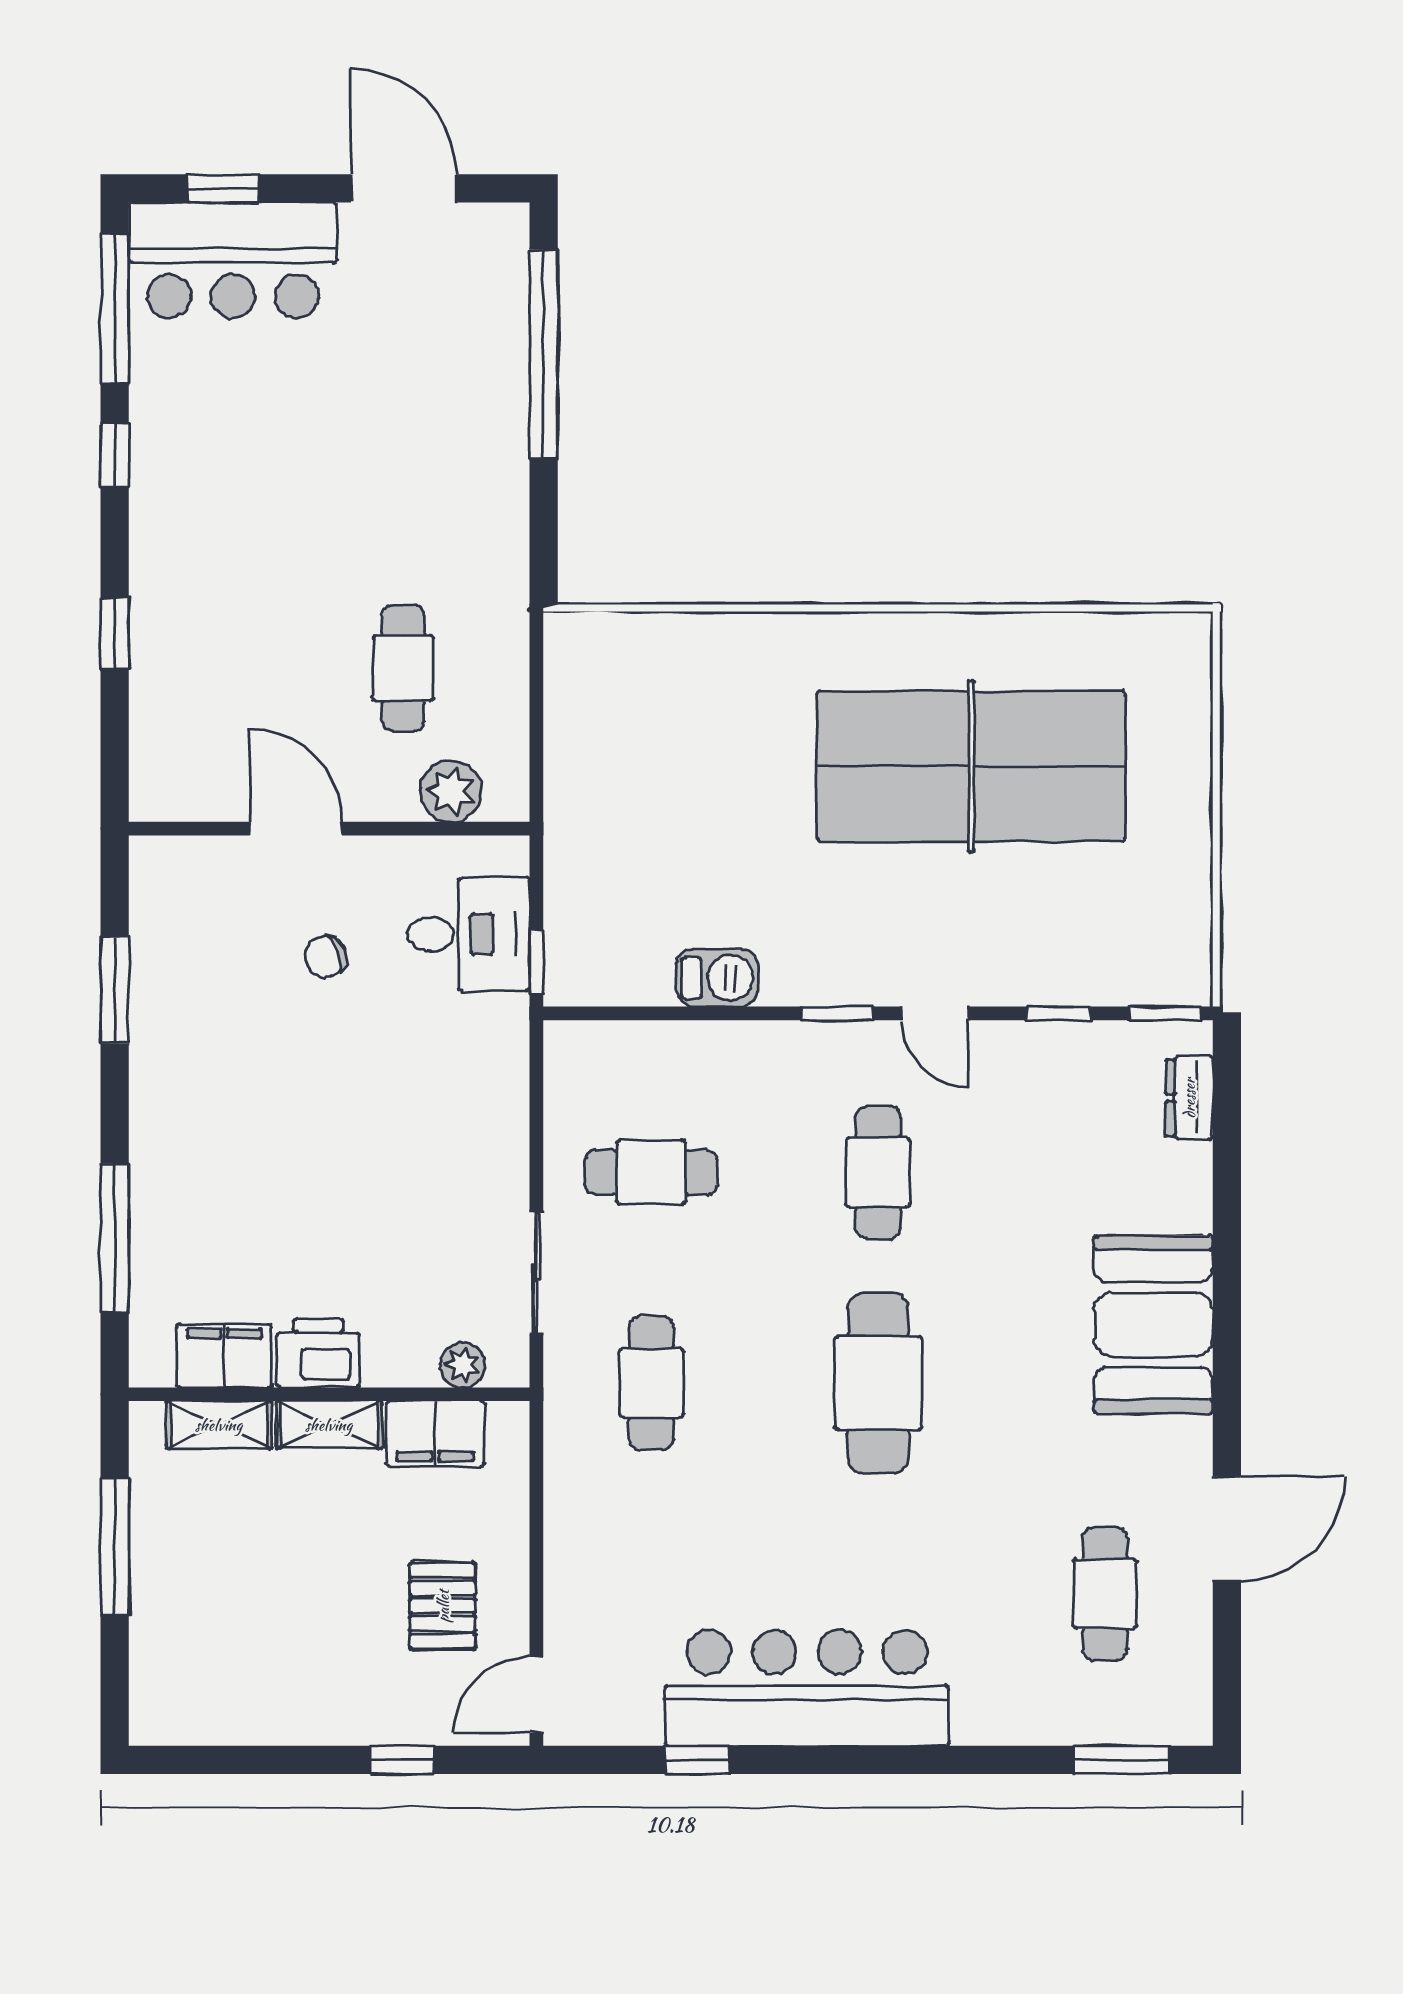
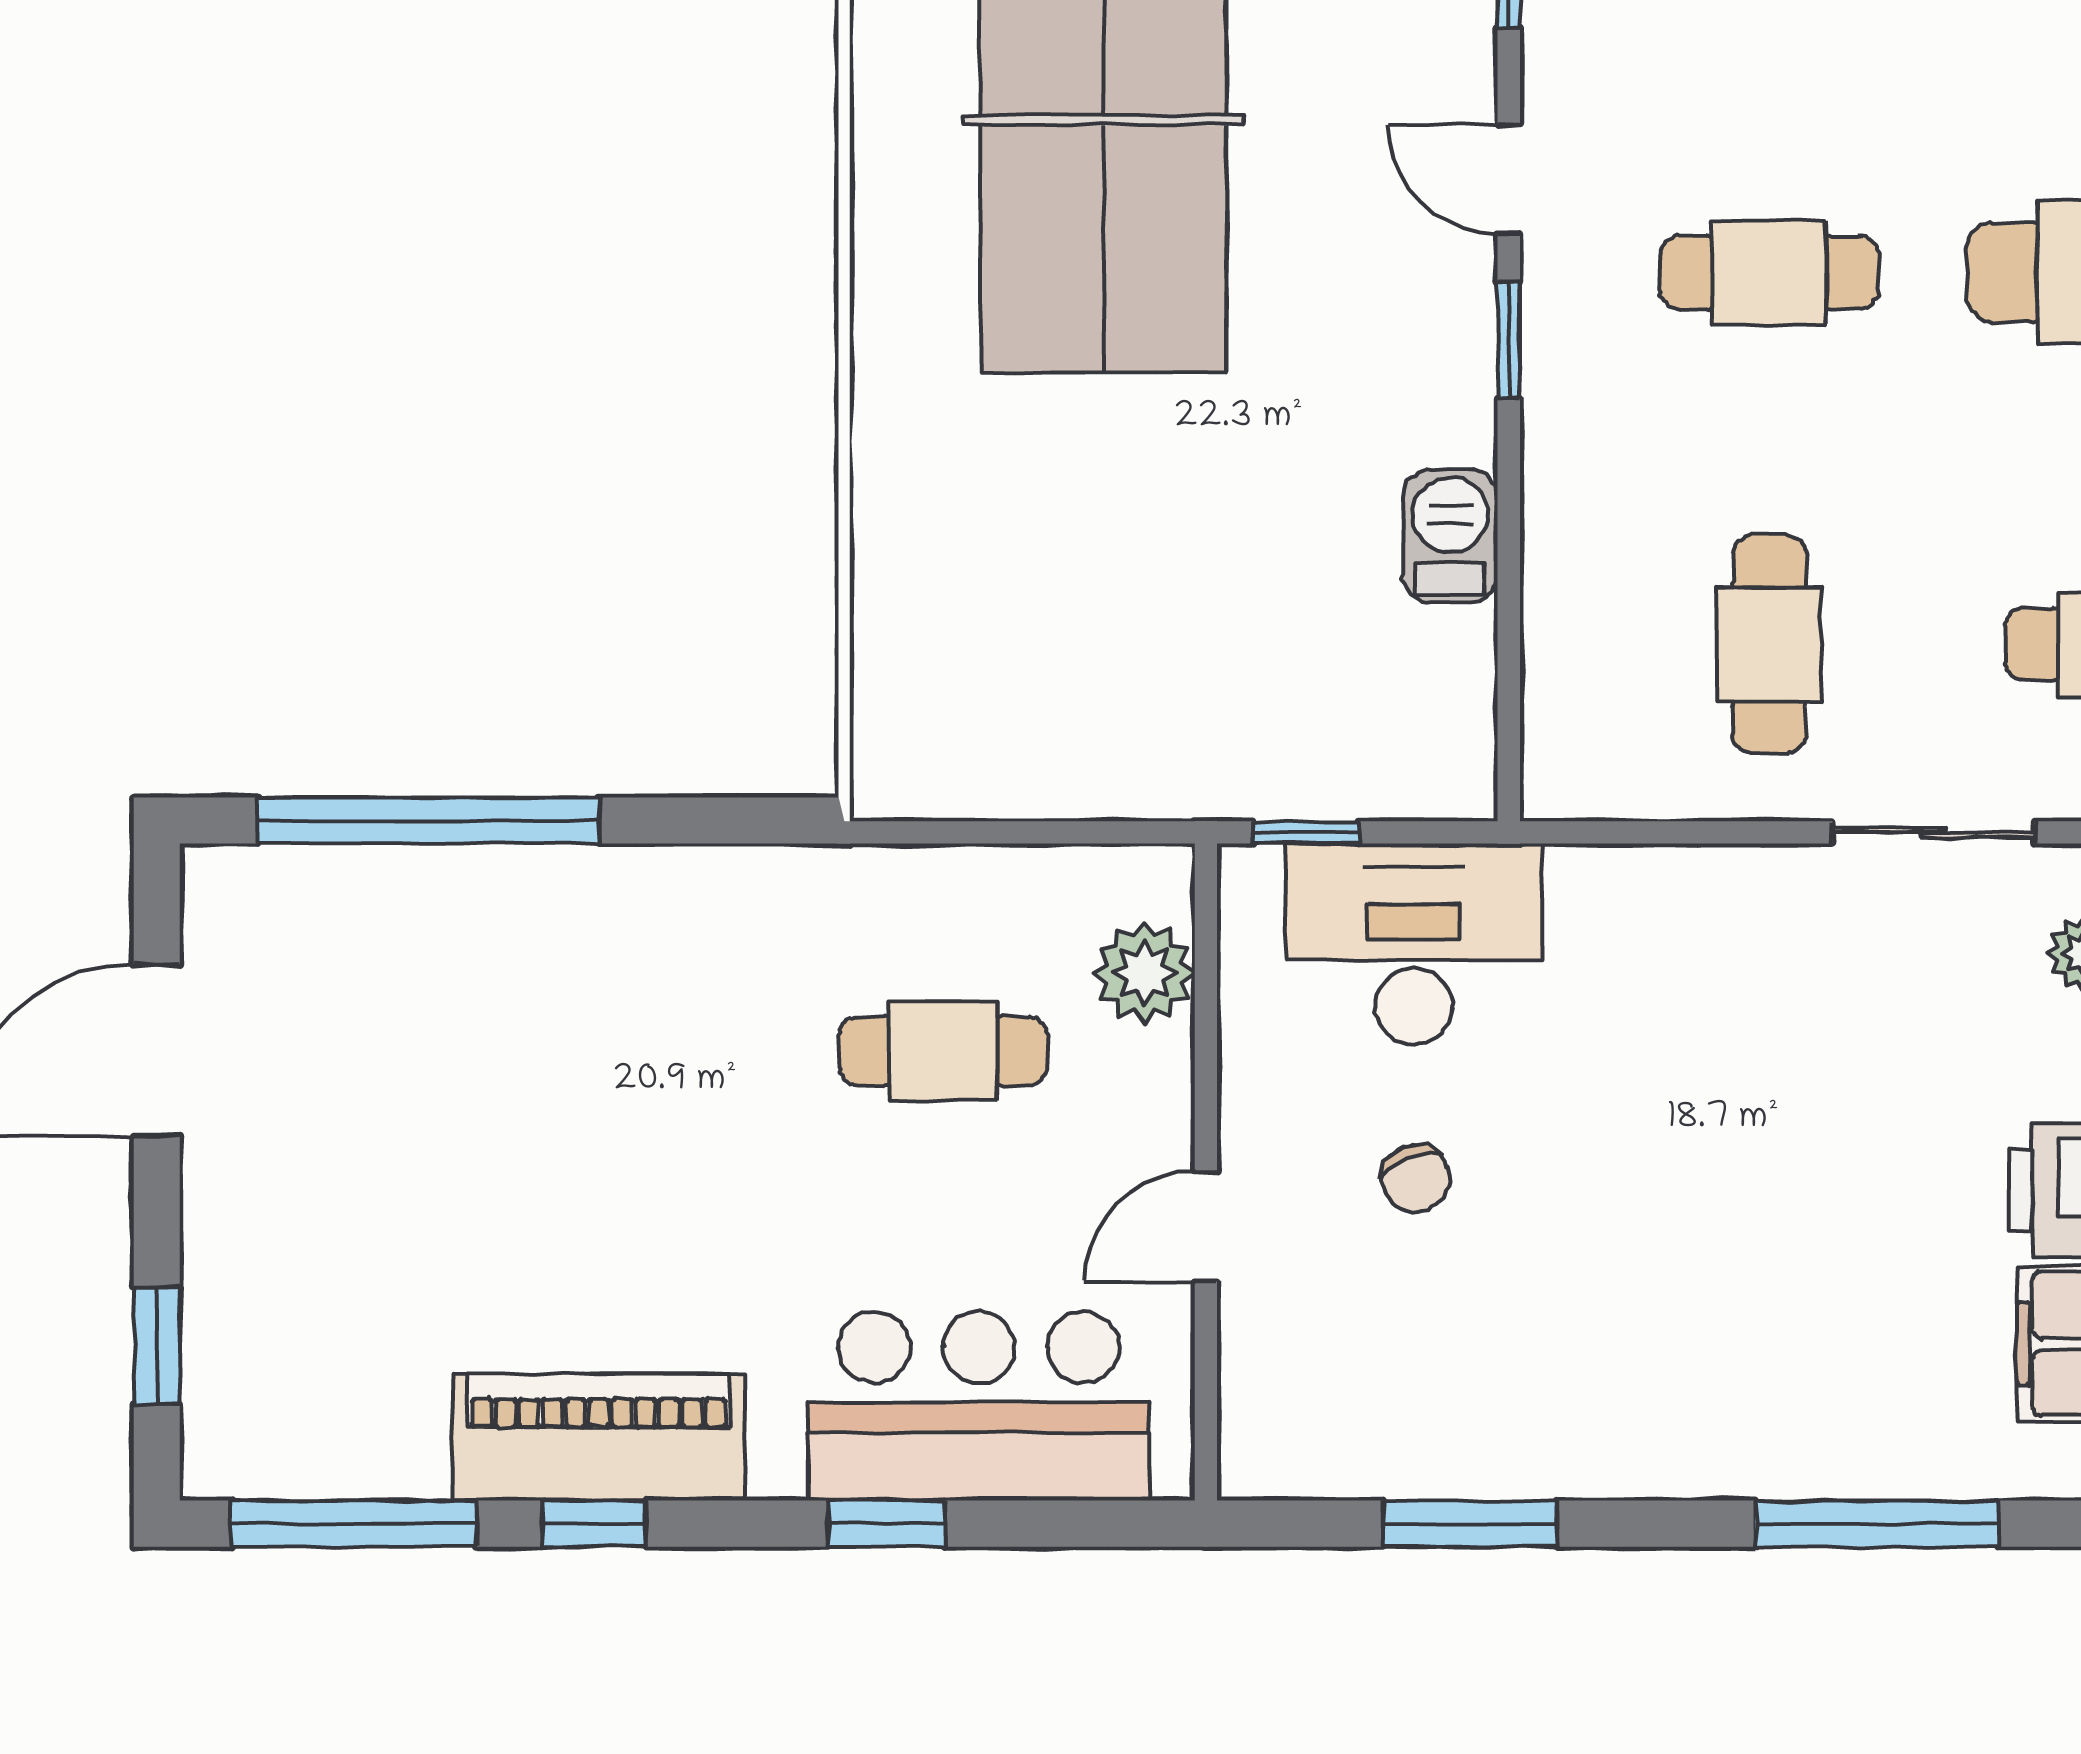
bar counter: (233, 260) -> (979, 1406), moved, turned -90
piano: (167, 458) -> (599, 1437), added
door: (296, 829) -> (1206, 1227), width x0.73
desk: (468, 934) -> (1414, 944), width x1.37
window: (536, 962) -> (1306, 832), moved
door: (935, 1013) -> (1509, 179), swing flipped

